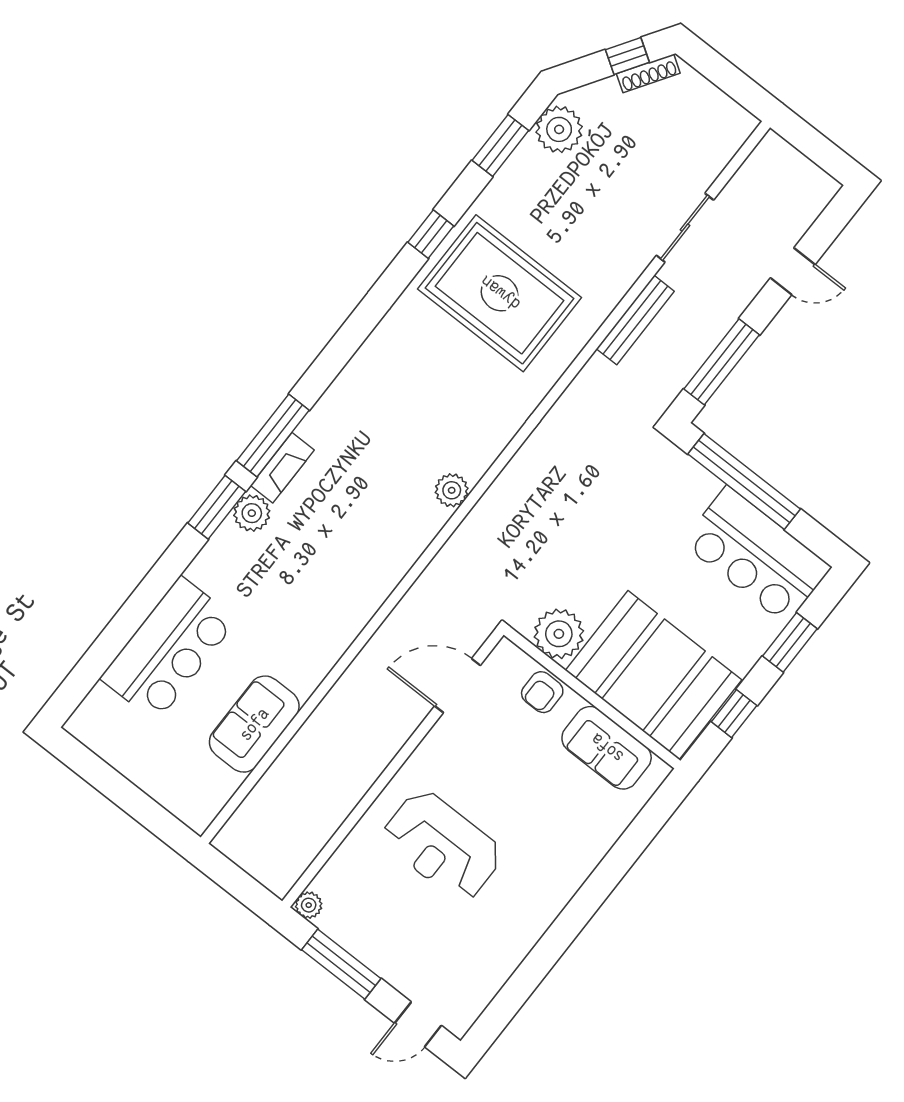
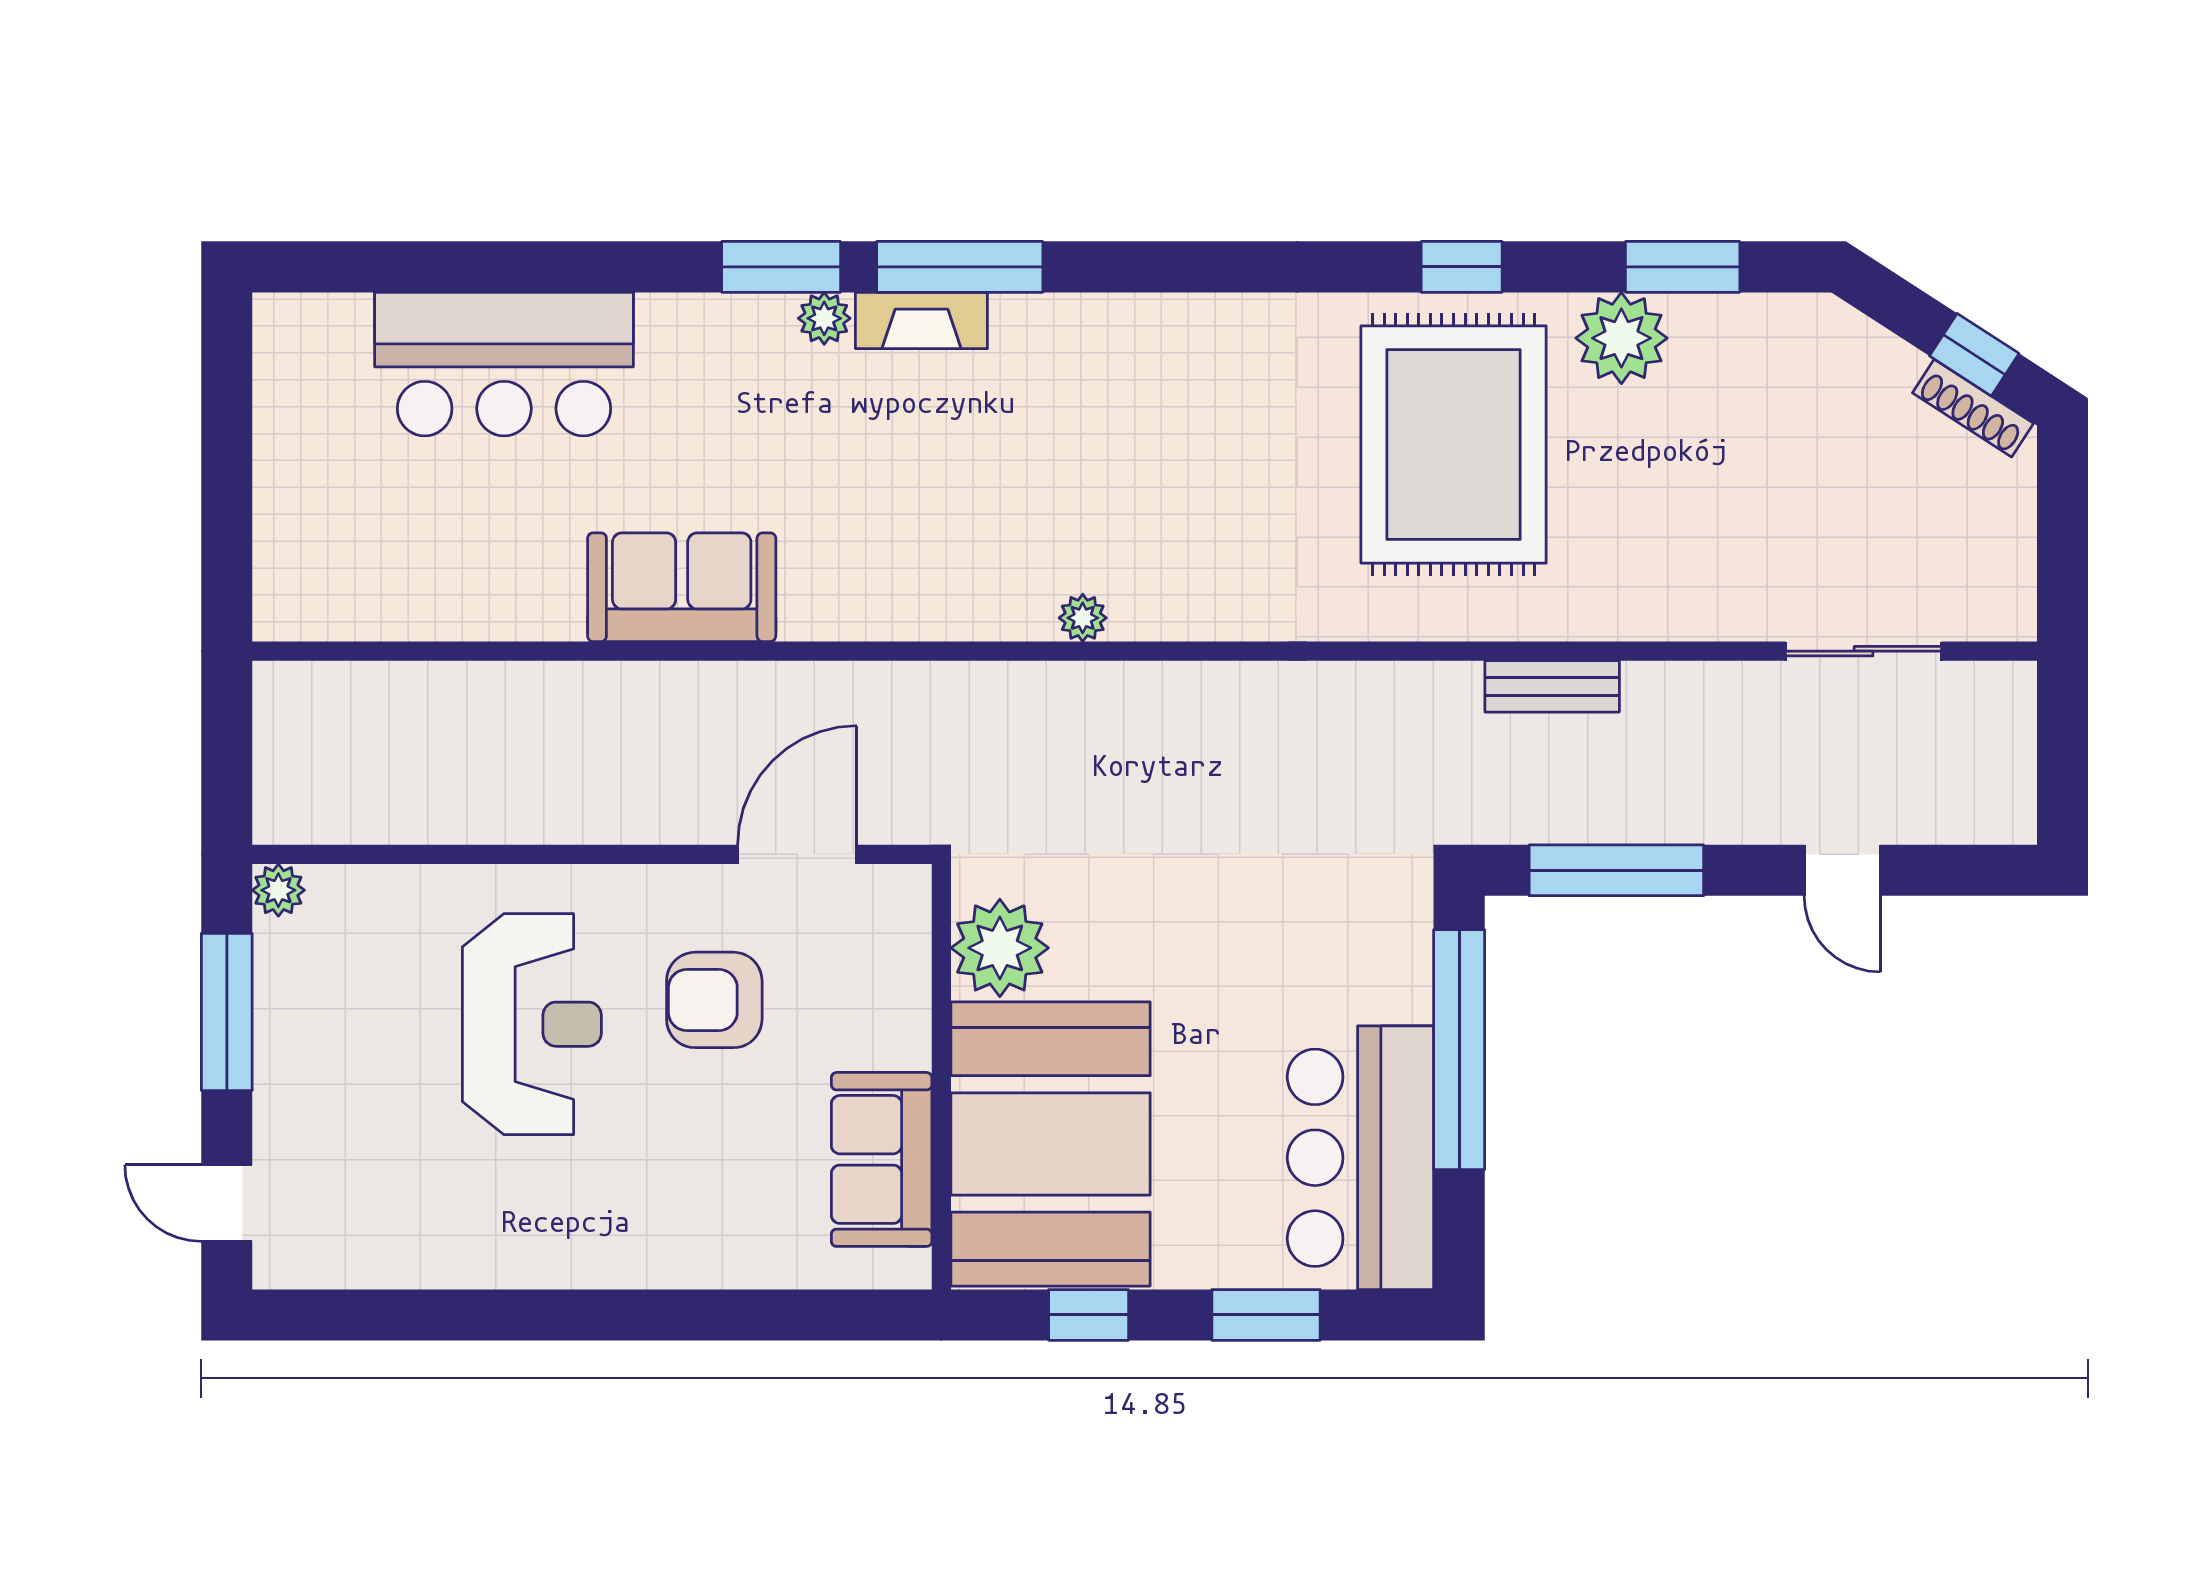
plant: (559, 129) -> (1621, 338), moved
sliding door: (685, 228) -> (1864, 651), moved
bench: (635, 320) -> (1552, 686), width x0.73
plant: (452, 490) -> (1083, 618), width x0.73, depth x0.73
plant: (252, 513) -> (824, 318), width x0.73, depth x0.73
door: (458, 686) -> (797, 854), hinge flipped
armchair: (542, 692) -> (714, 1000), moved, width x1.38, depth x1.38
sofa: (254, 724) -> (682, 587), moved
reception desk: (442, 846) -> (532, 1024), turned 180

